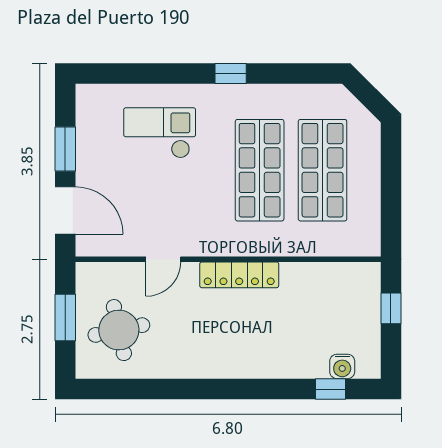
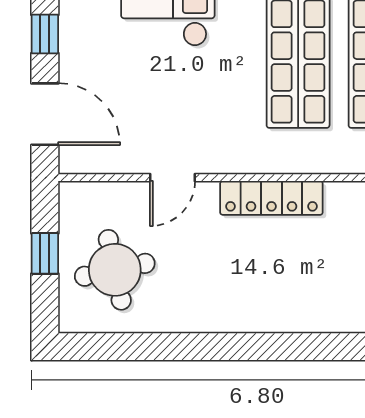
window: (65, 149) -> (45, 34), width x0.67
window: (65, 317) -> (45, 253), width x0.67

